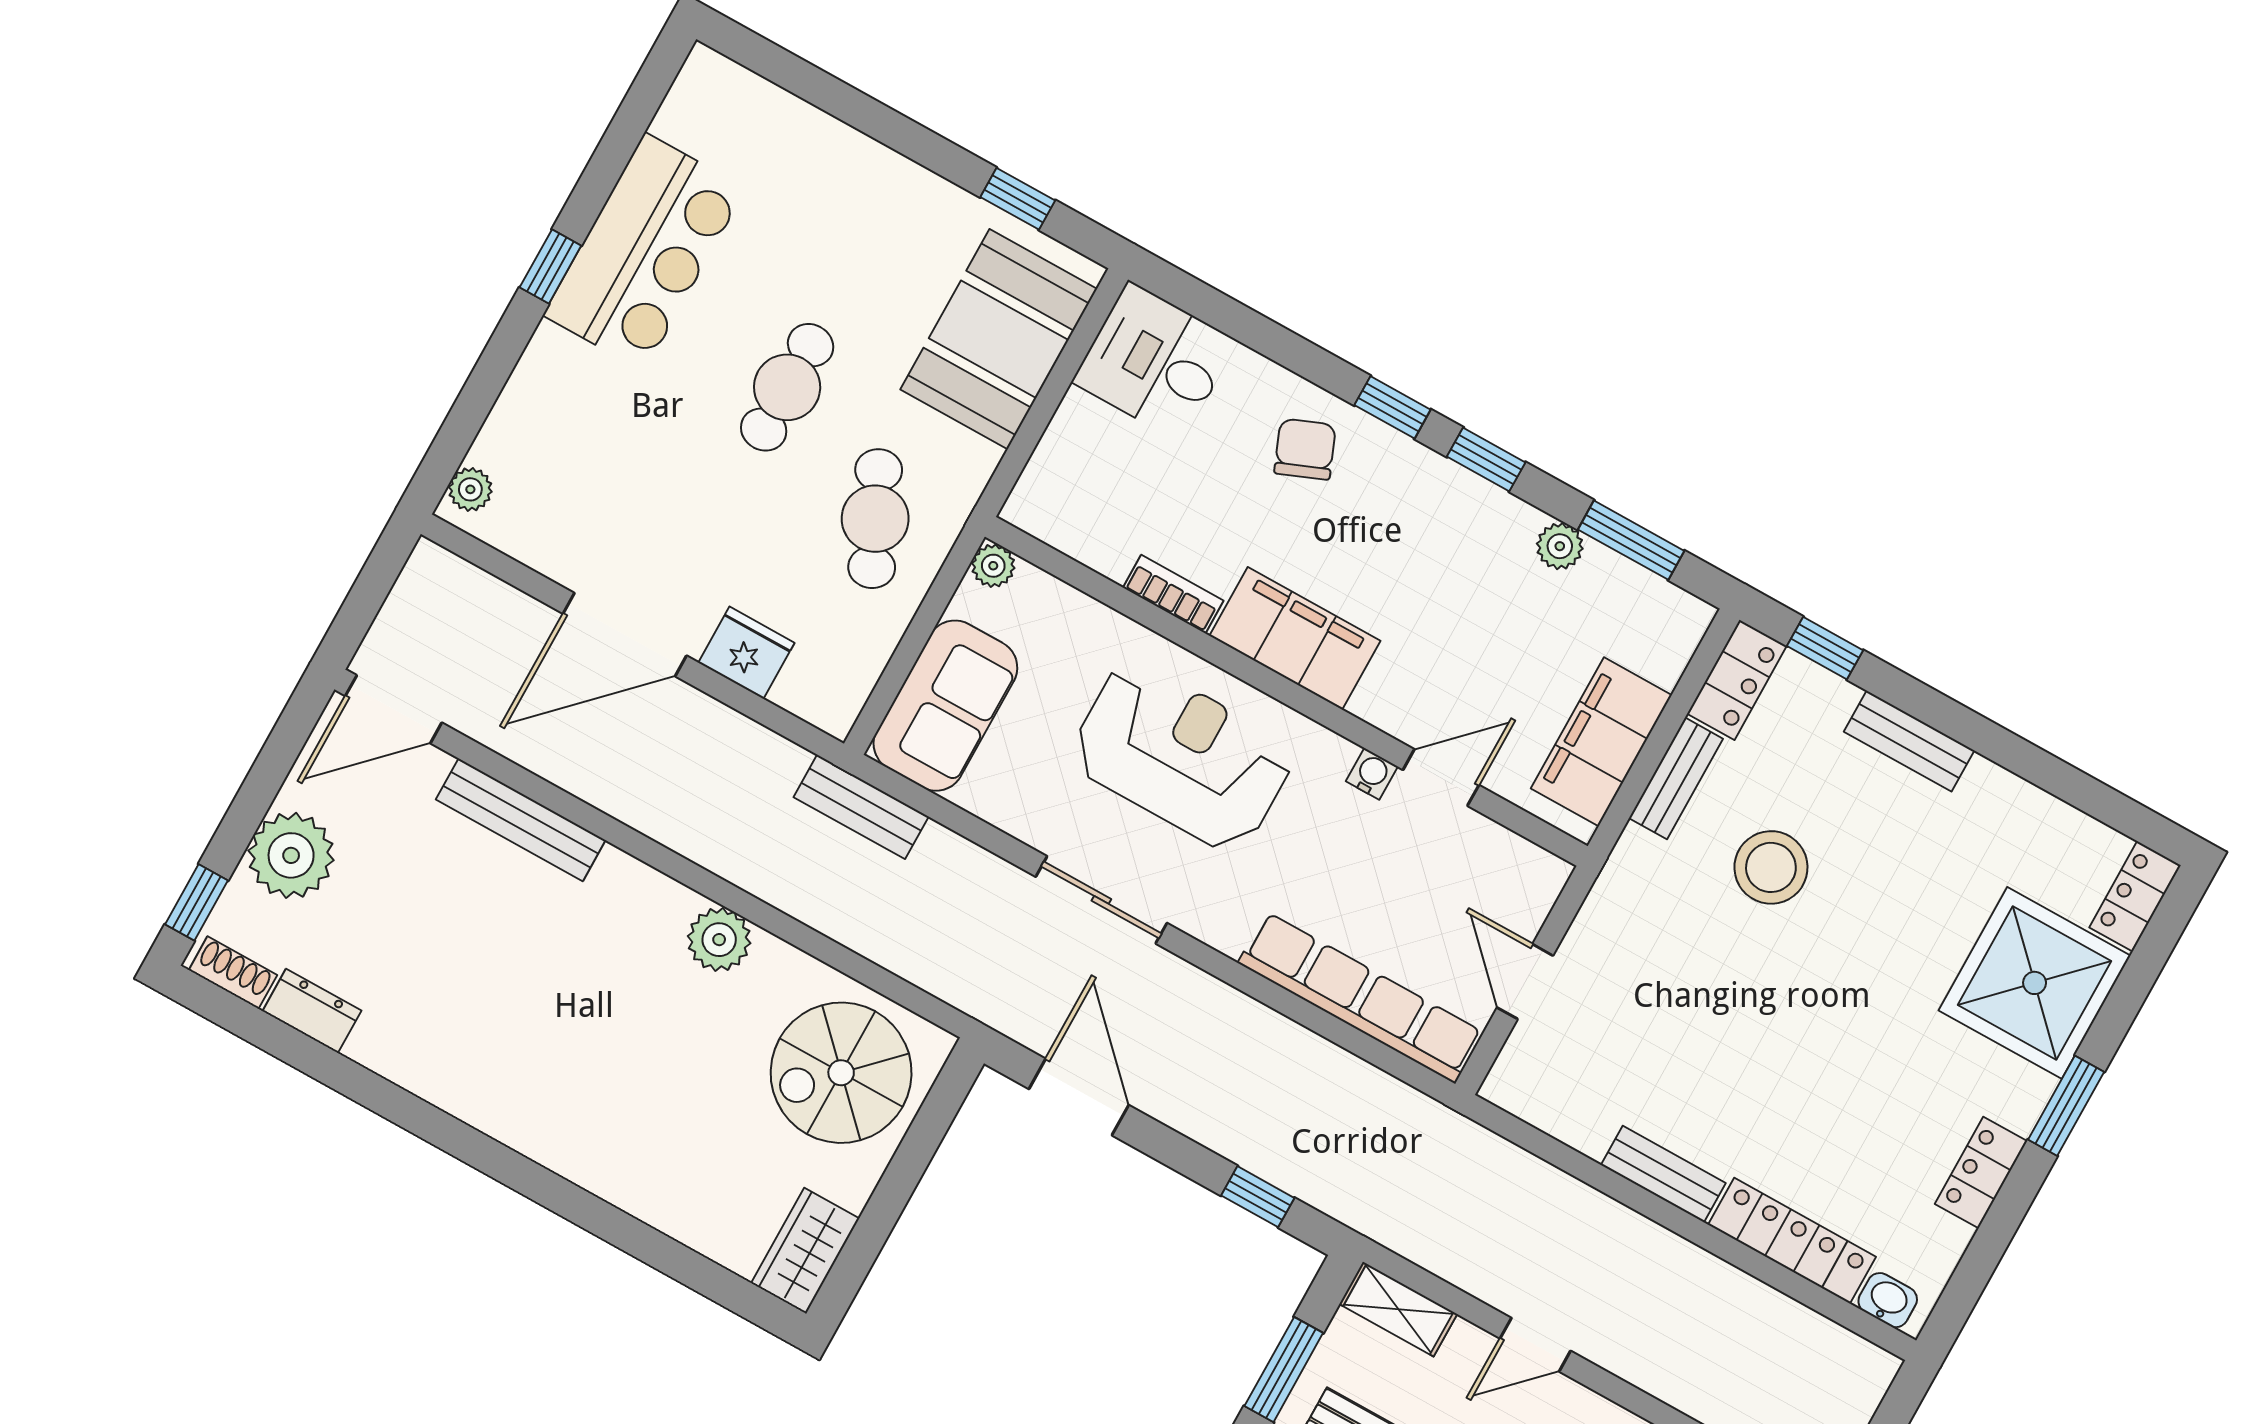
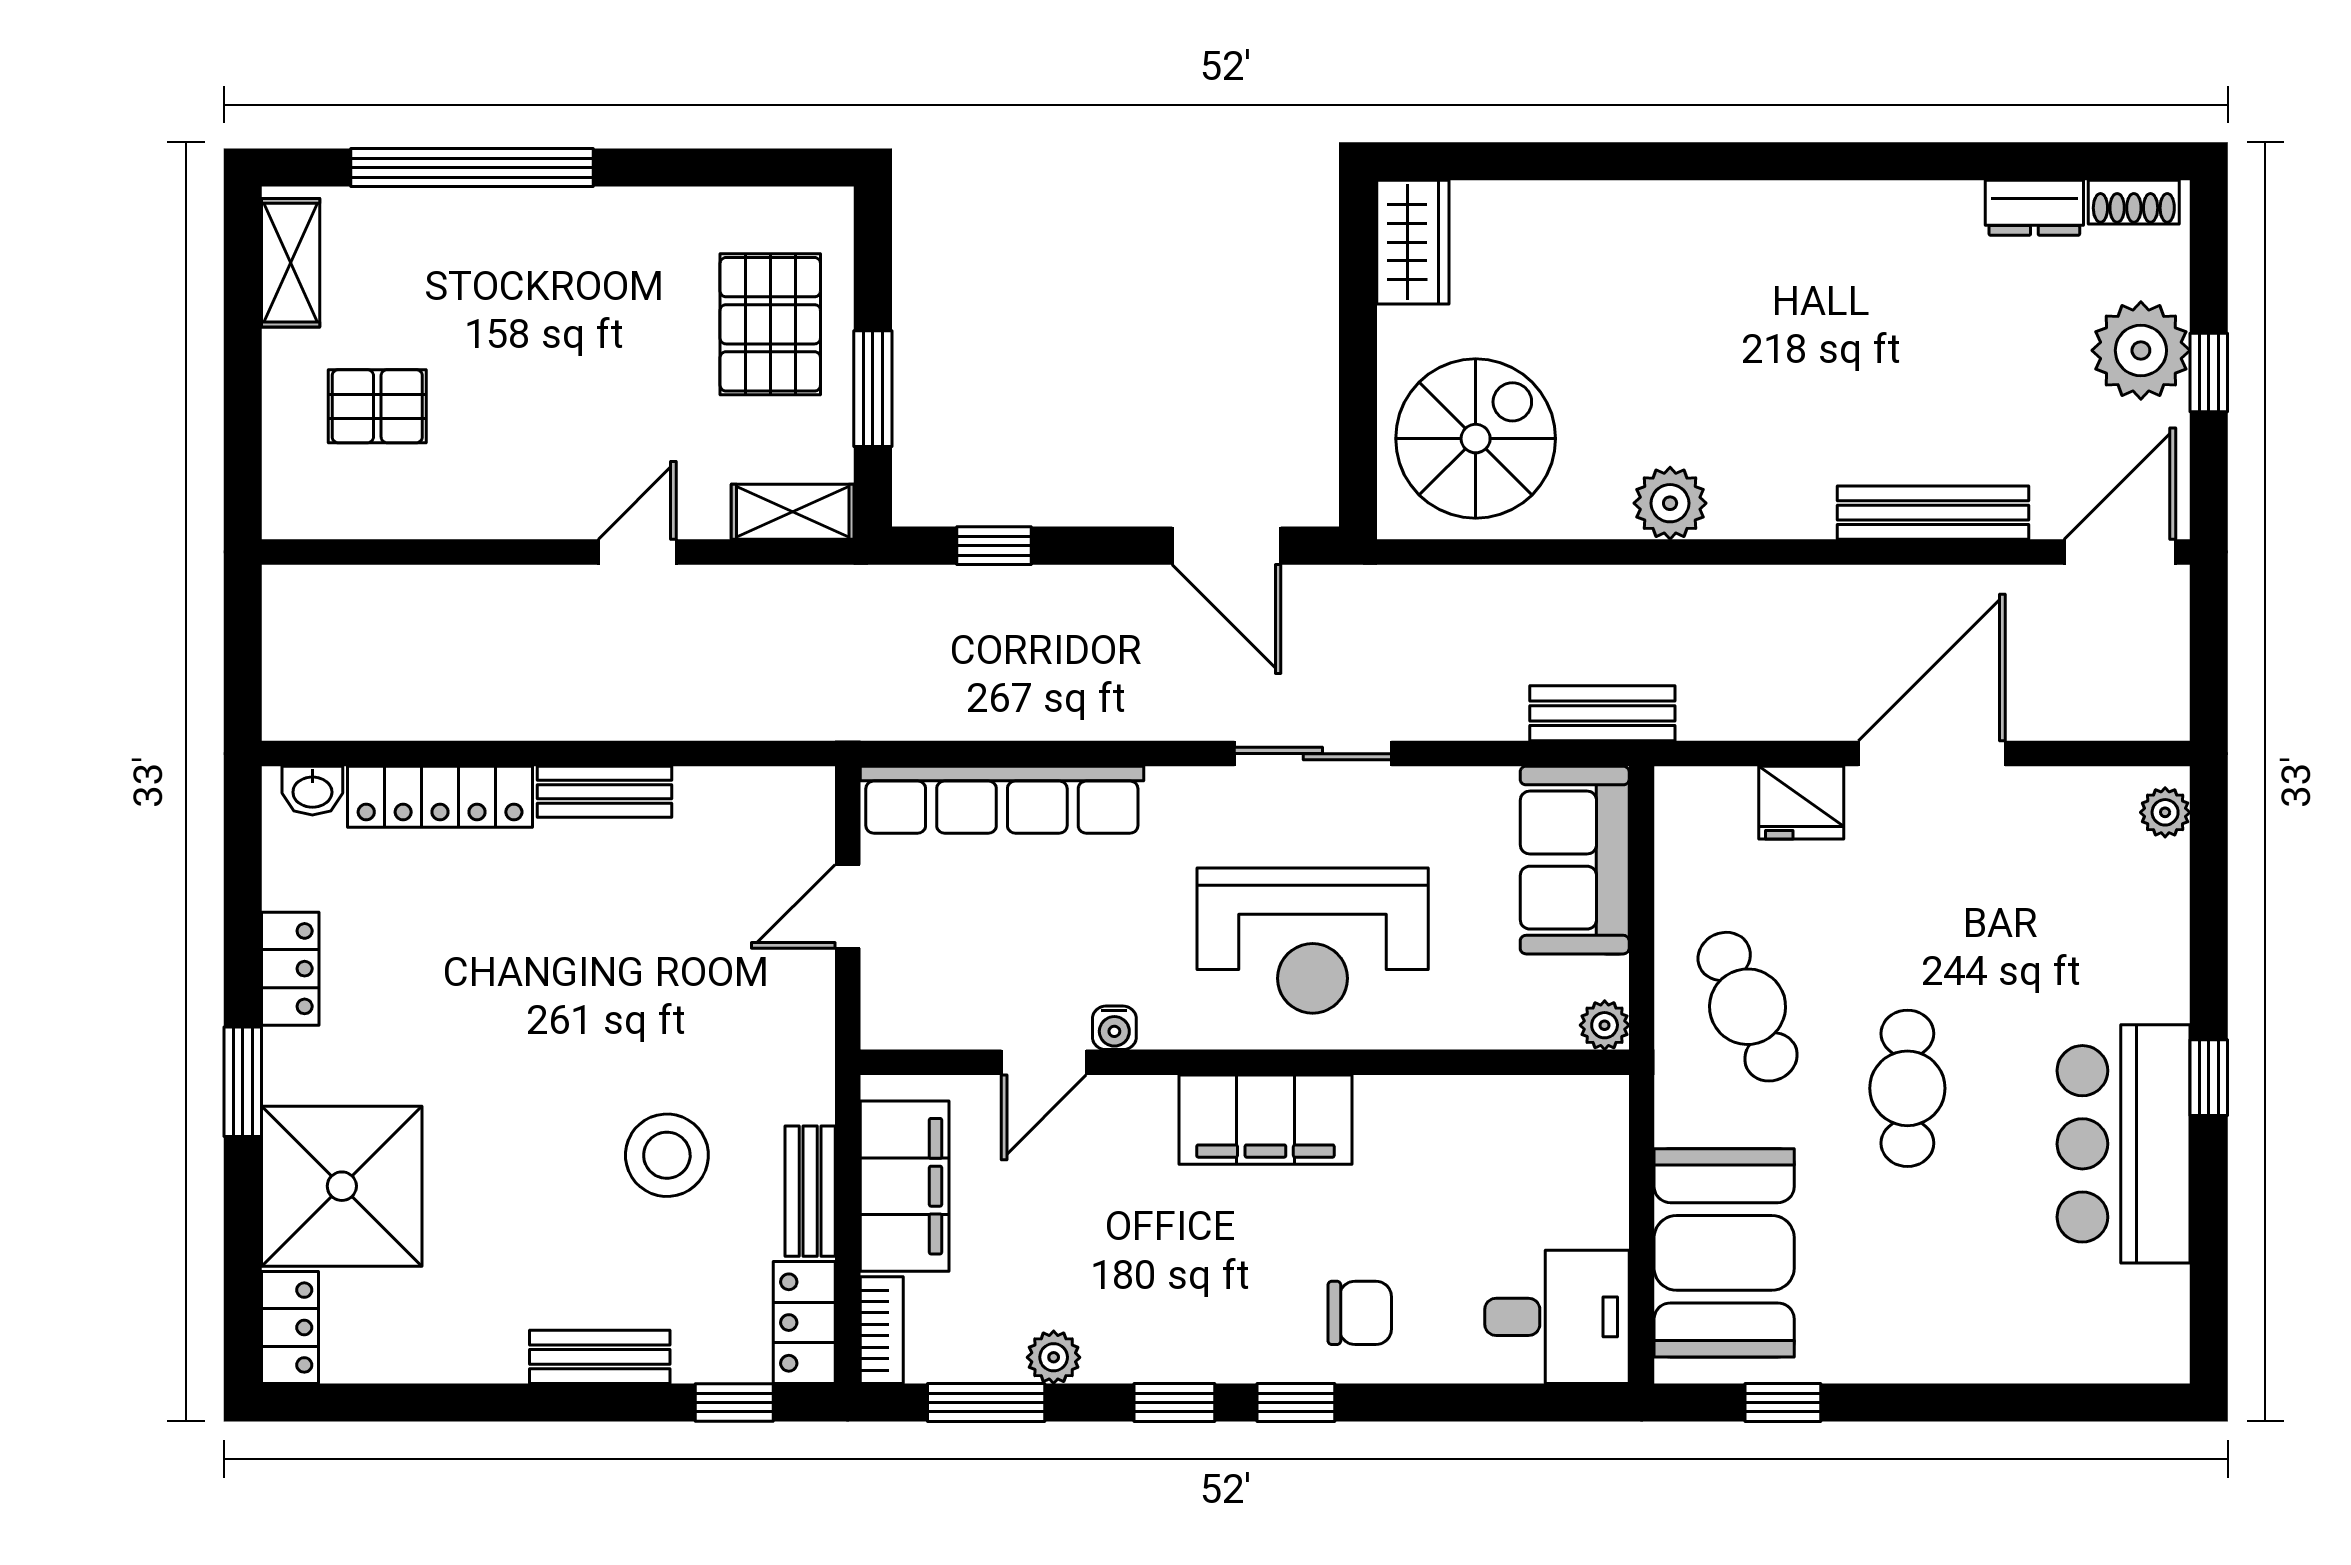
chair: (1305, 449) -> (1360, 1313), turned -68
bookcase: (1173, 594) -> (882, 1330), moved, turned -90
window: (196, 902) -> (2209, 372), moved
door: (1525, 982) -> (848, 906), swing flipped

